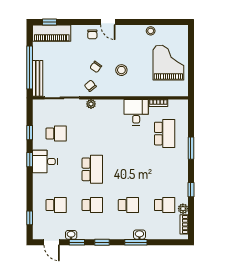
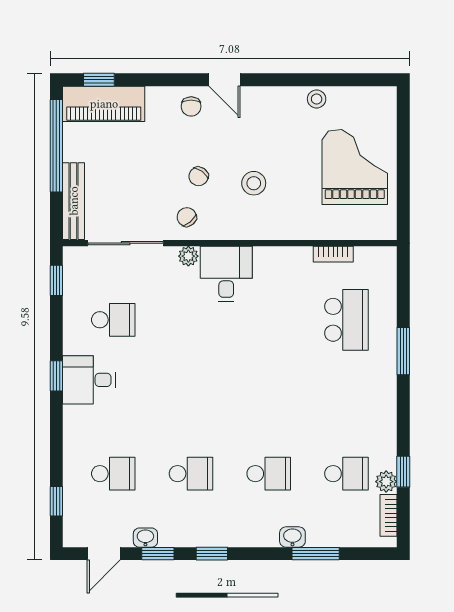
window: (30, 68) -> (56, 146), moved
desk: (136, 112) -> (226, 274), moved
window: (30, 133) -> (56, 280), moved
school desk: (92, 169) -> (191, 397), removed
window: (191, 190) -> (403, 472), moved
door: (52, 242) -> (104, 554), hinge flipped
window: (136, 242) -> (316, 554), moved

